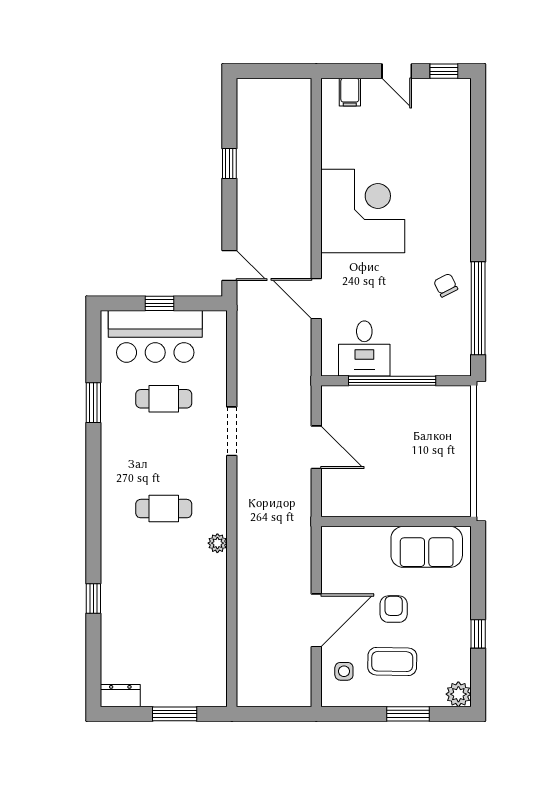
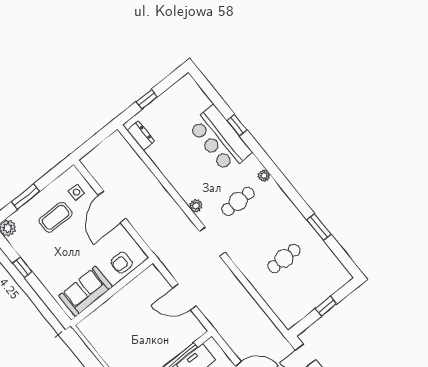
bar counter: (155, 336) -> (220, 139), moved, turned -90
doorway: (232, 431) -> (212, 242), moved
plant: (110, 514) -> (264, 176), added
armchair: (394, 609) -> (122, 262), moved, turned 90
dresser: (120, 696) -> (141, 136), moved, turned -90
window: (175, 714) -> (147, 99), width x0.67

